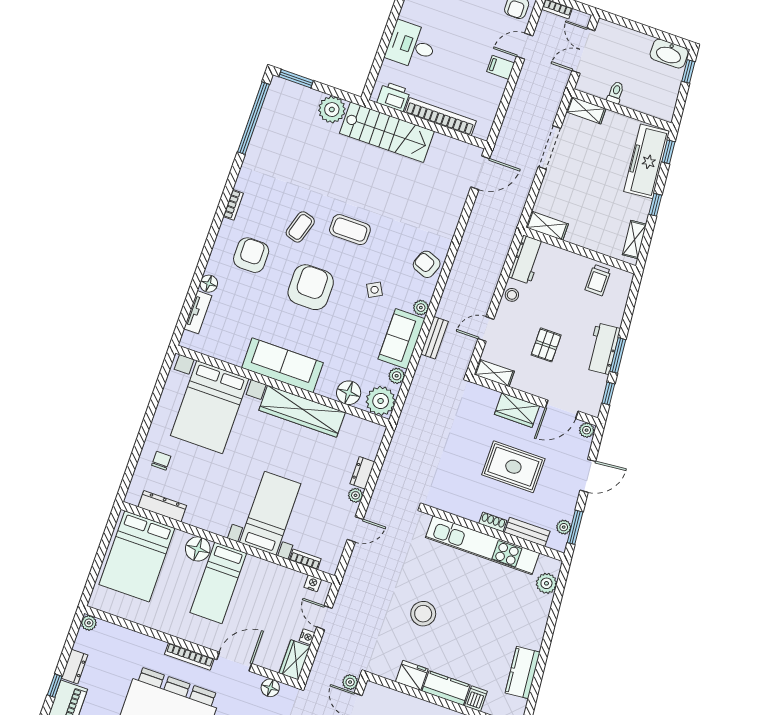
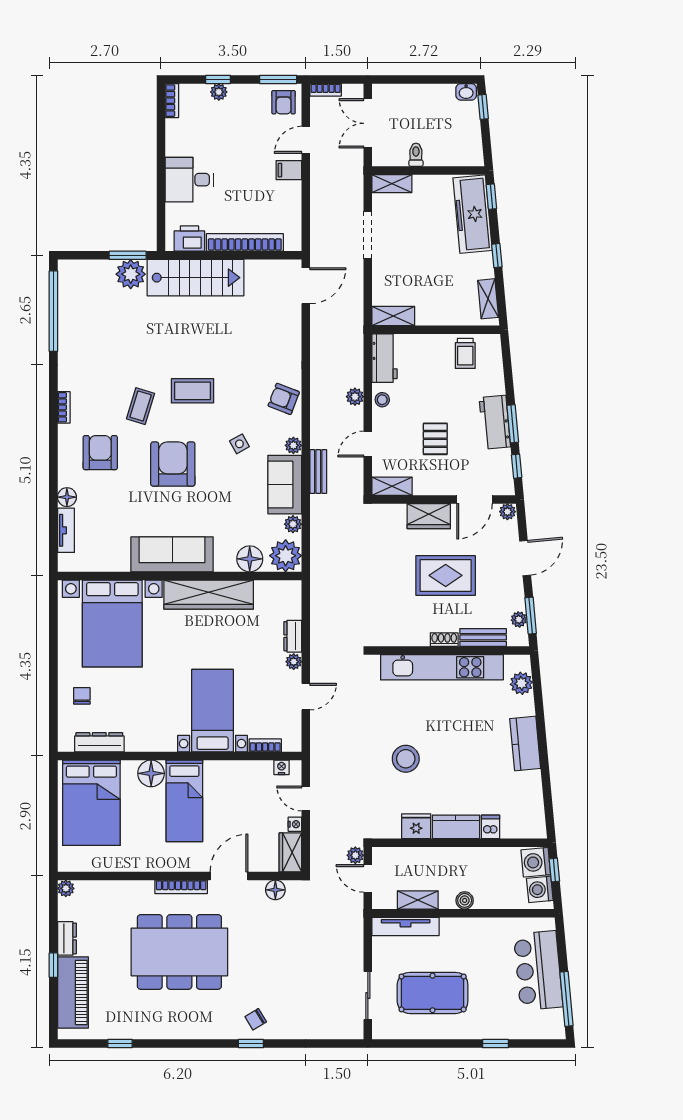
washbasin: (669, 54) -> (466, 92), width x0.52, depth x0.69
window: (296, 79) -> (128, 255), moved
plant: (489, 284) -> (355, 397), added
kitchen counter: (523, 673) -> (525, 744), moved

